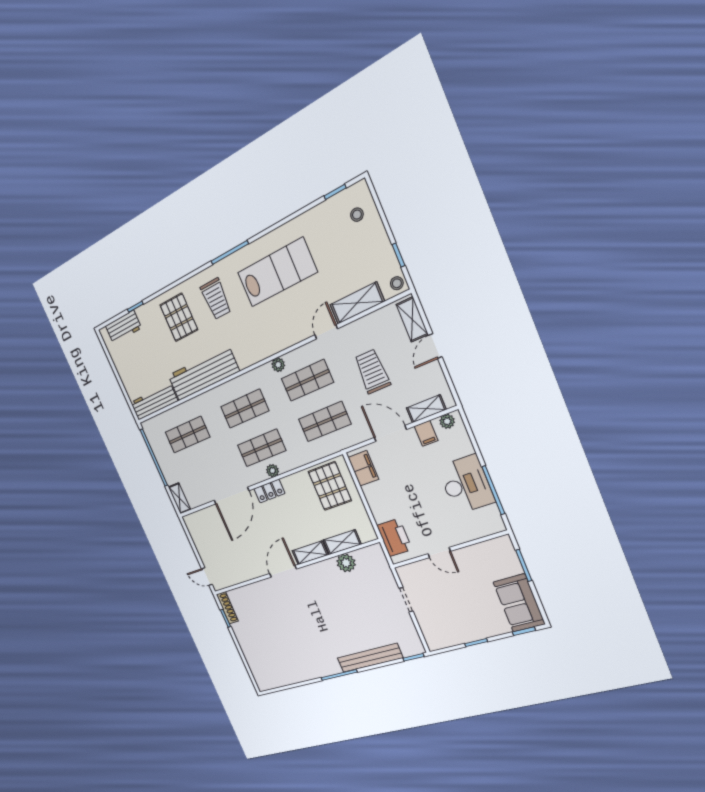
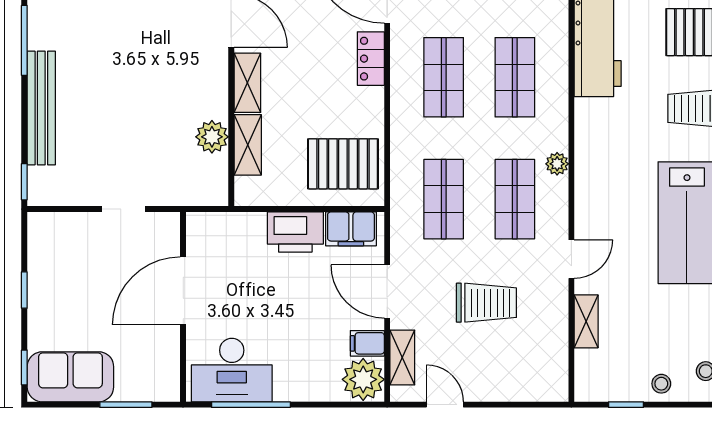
stool: (397, 283) -> (661, 384), moved
shelving: (357, 303) -> (586, 321), width x0.67, depth x0.75
shelving: (412, 319) -> (533, 388), removed
door: (326, 332) -> (571, 259), hinge flipped
door: (435, 346) -> (445, 405), moved
plant: (447, 421) -> (363, 379), width x1.87, depth x1.87
door: (390, 434) -> (387, 291), swing flipped
plant: (272, 471) -> (401, 79), removed
desk: (466, 484) -> (232, 370), moved
printer: (394, 537) -> (295, 232), moved
door: (439, 553) -> (183, 291), width x1.88

